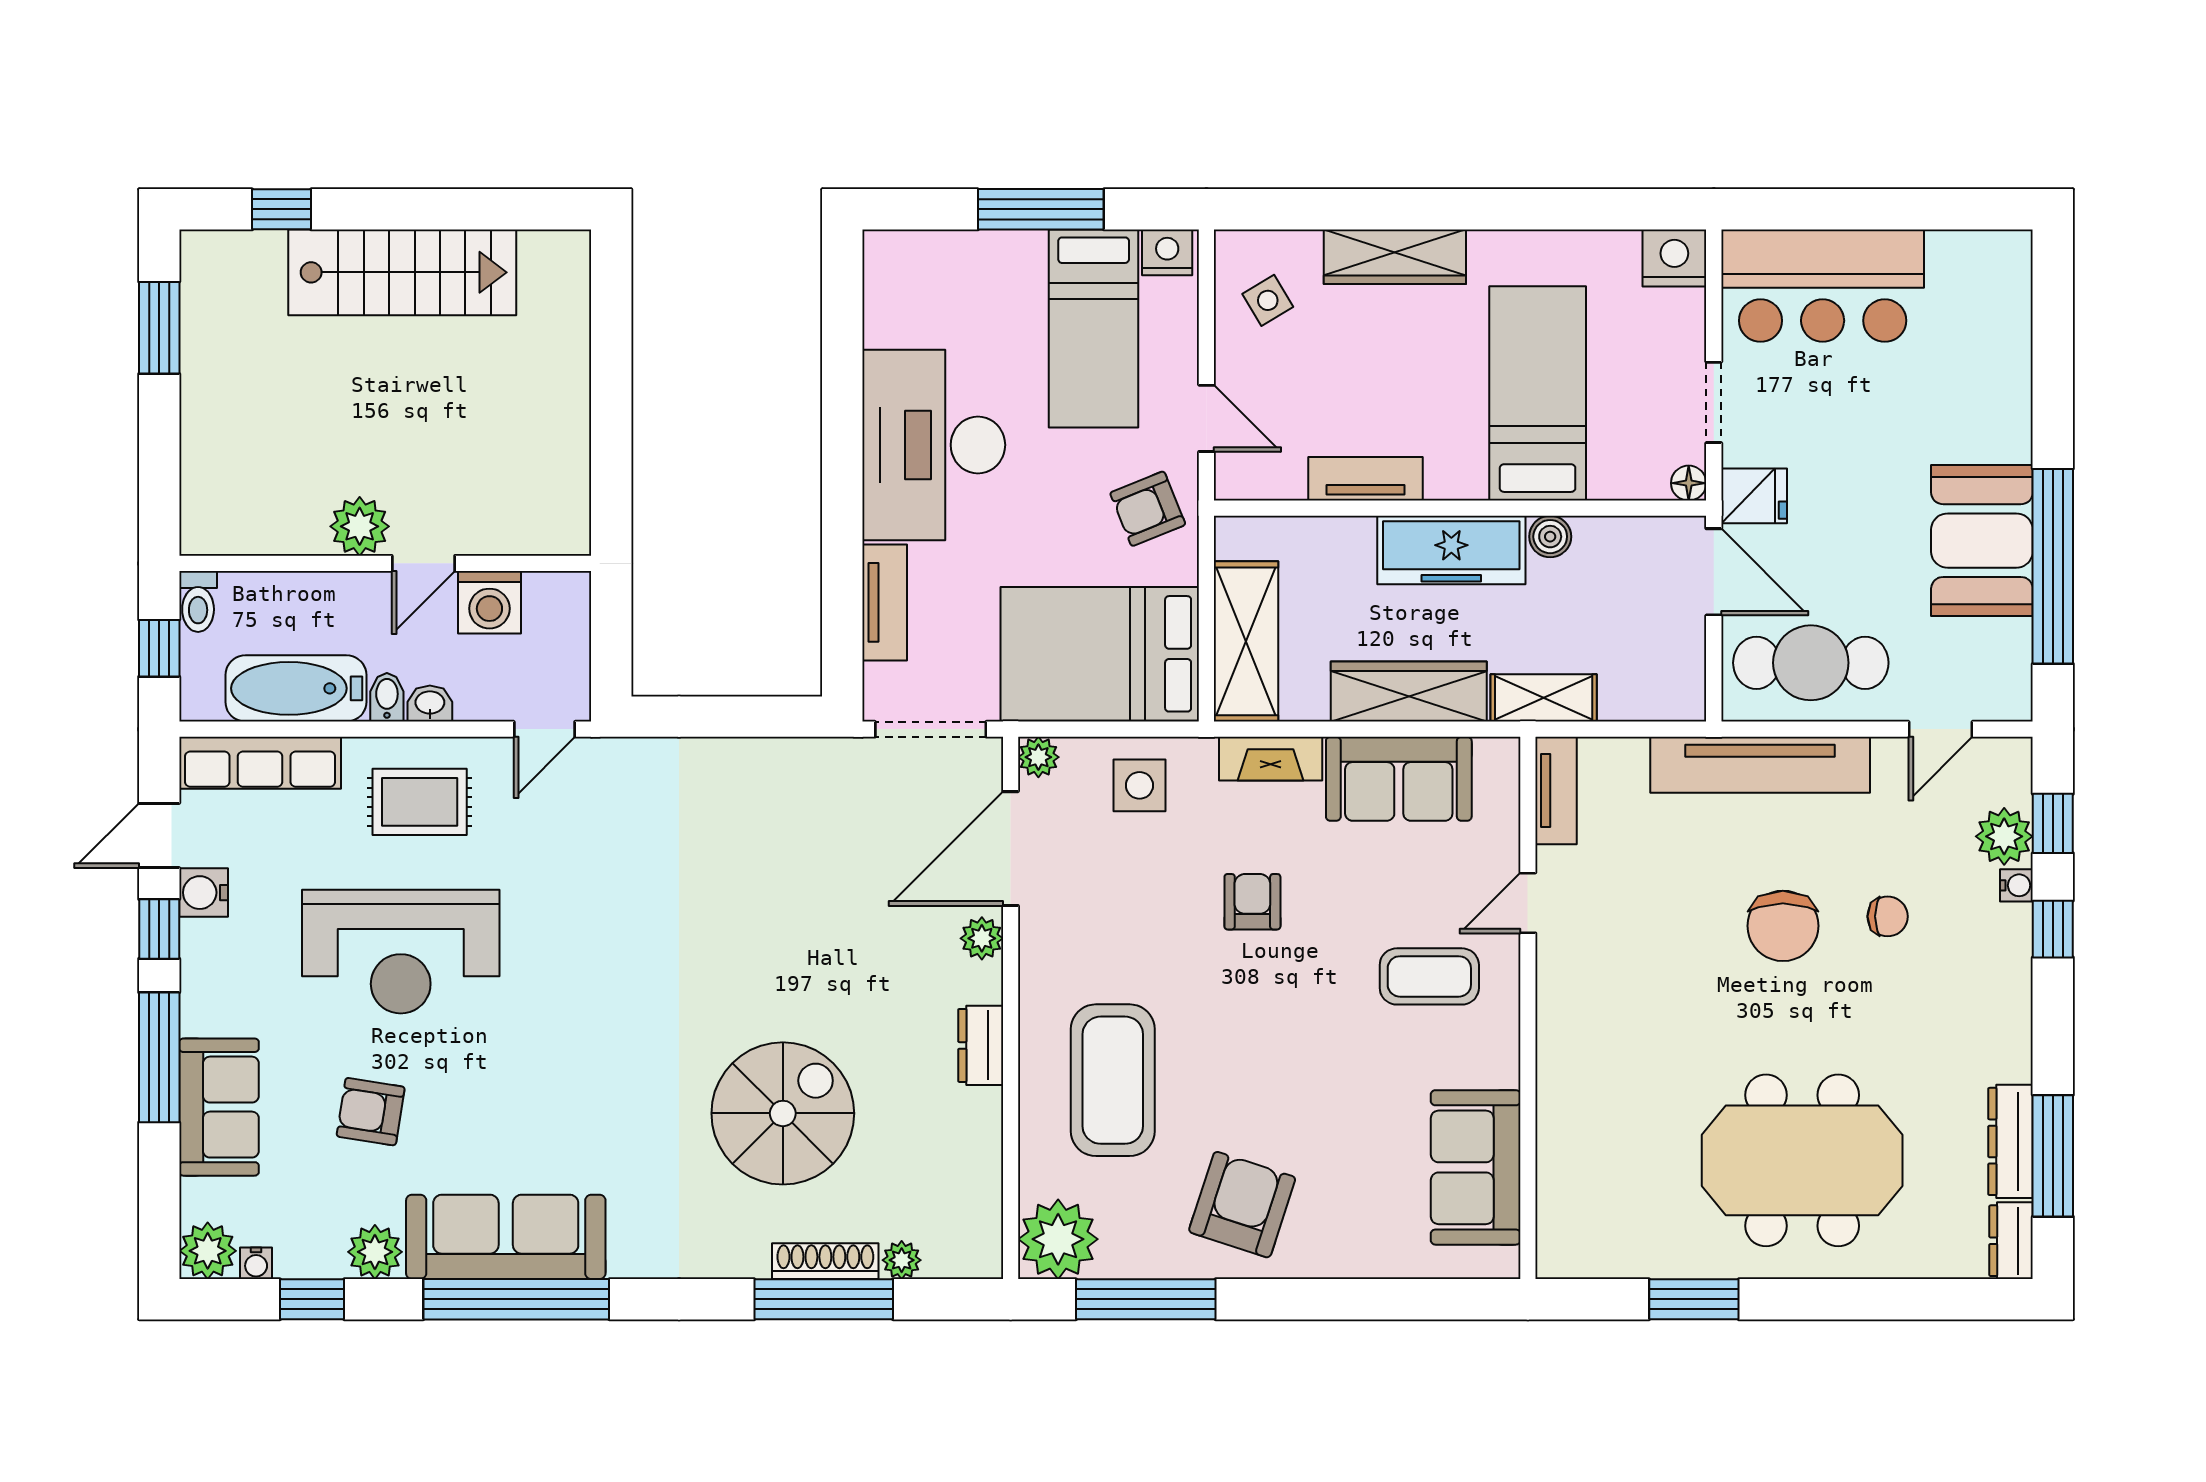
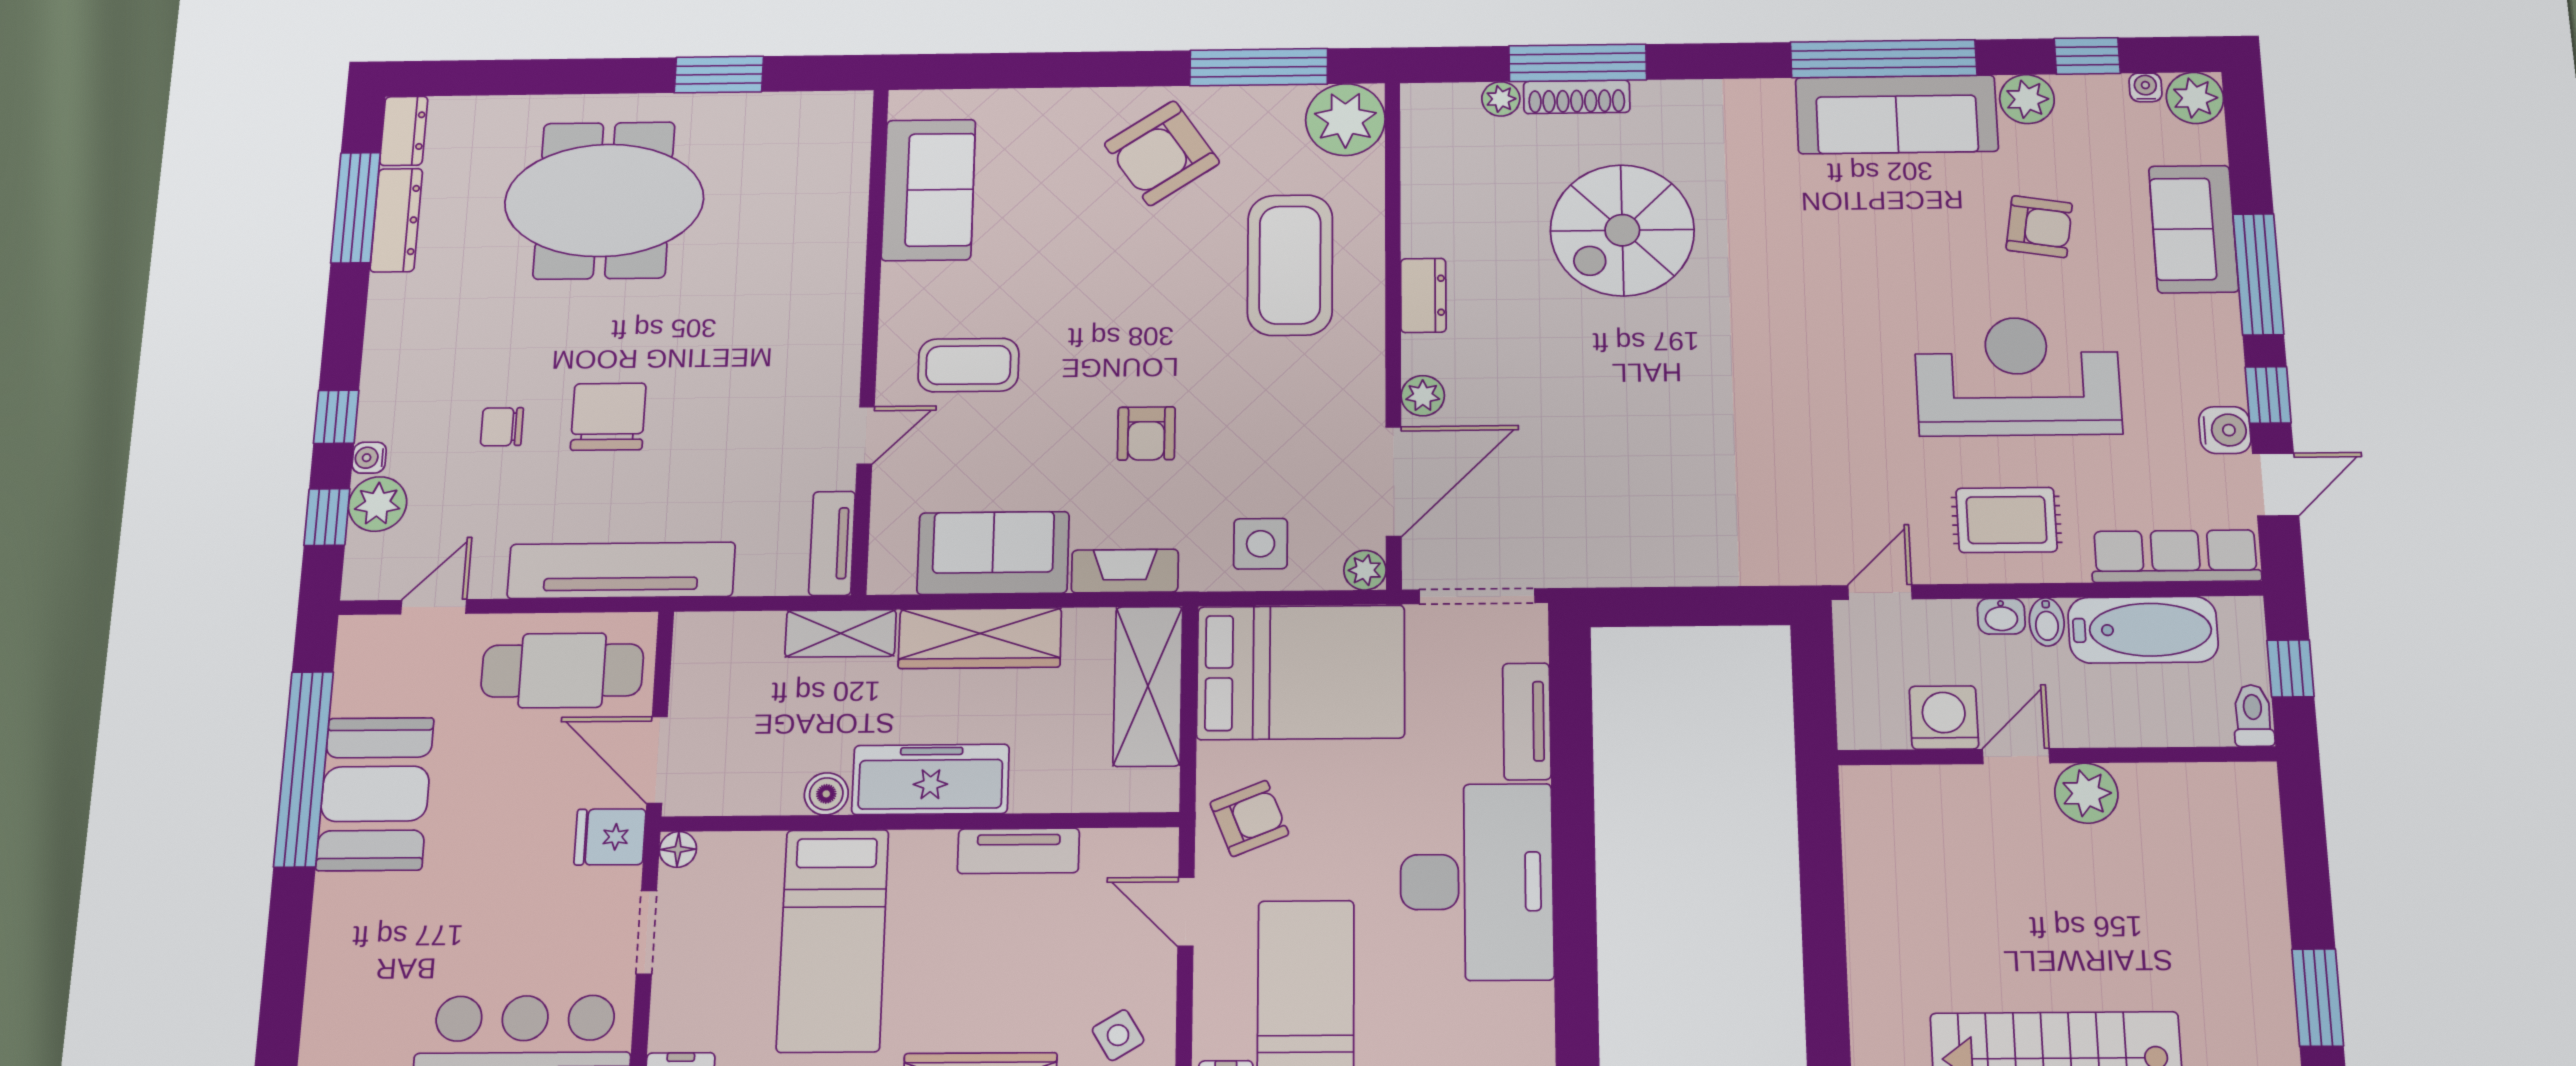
armchair: (1242, 1205) -> (1162, 153), turned 38

